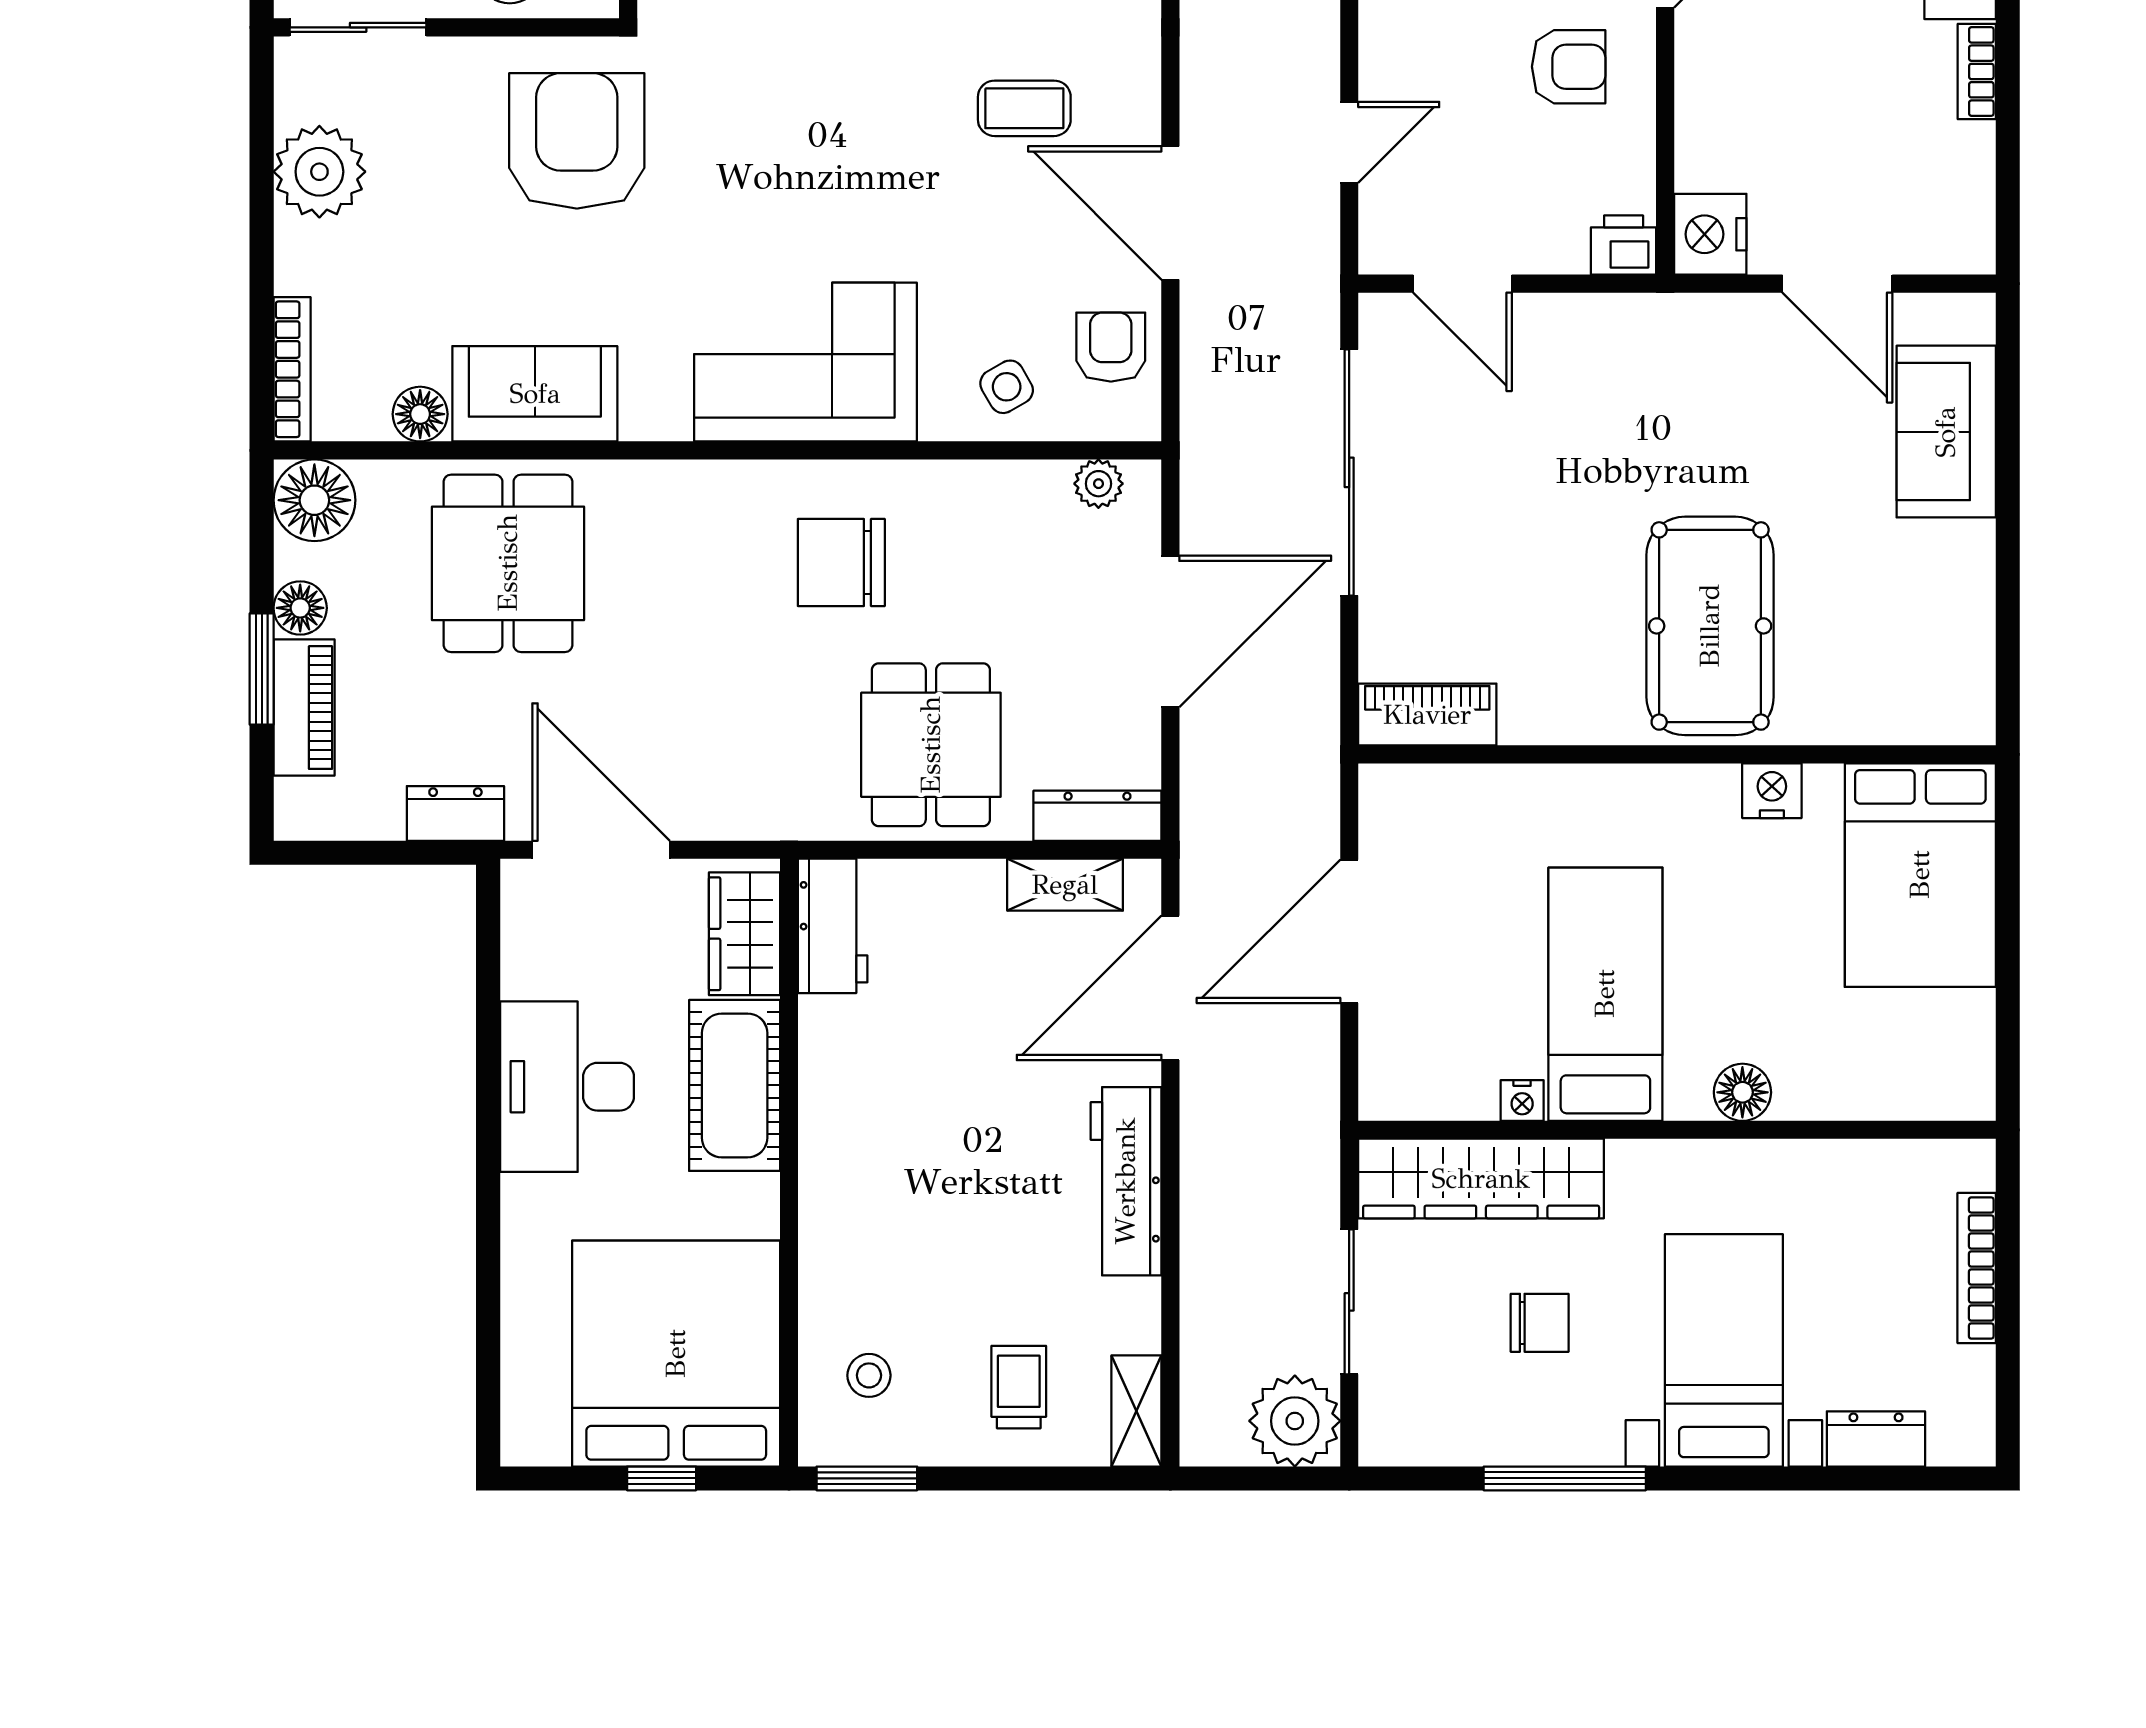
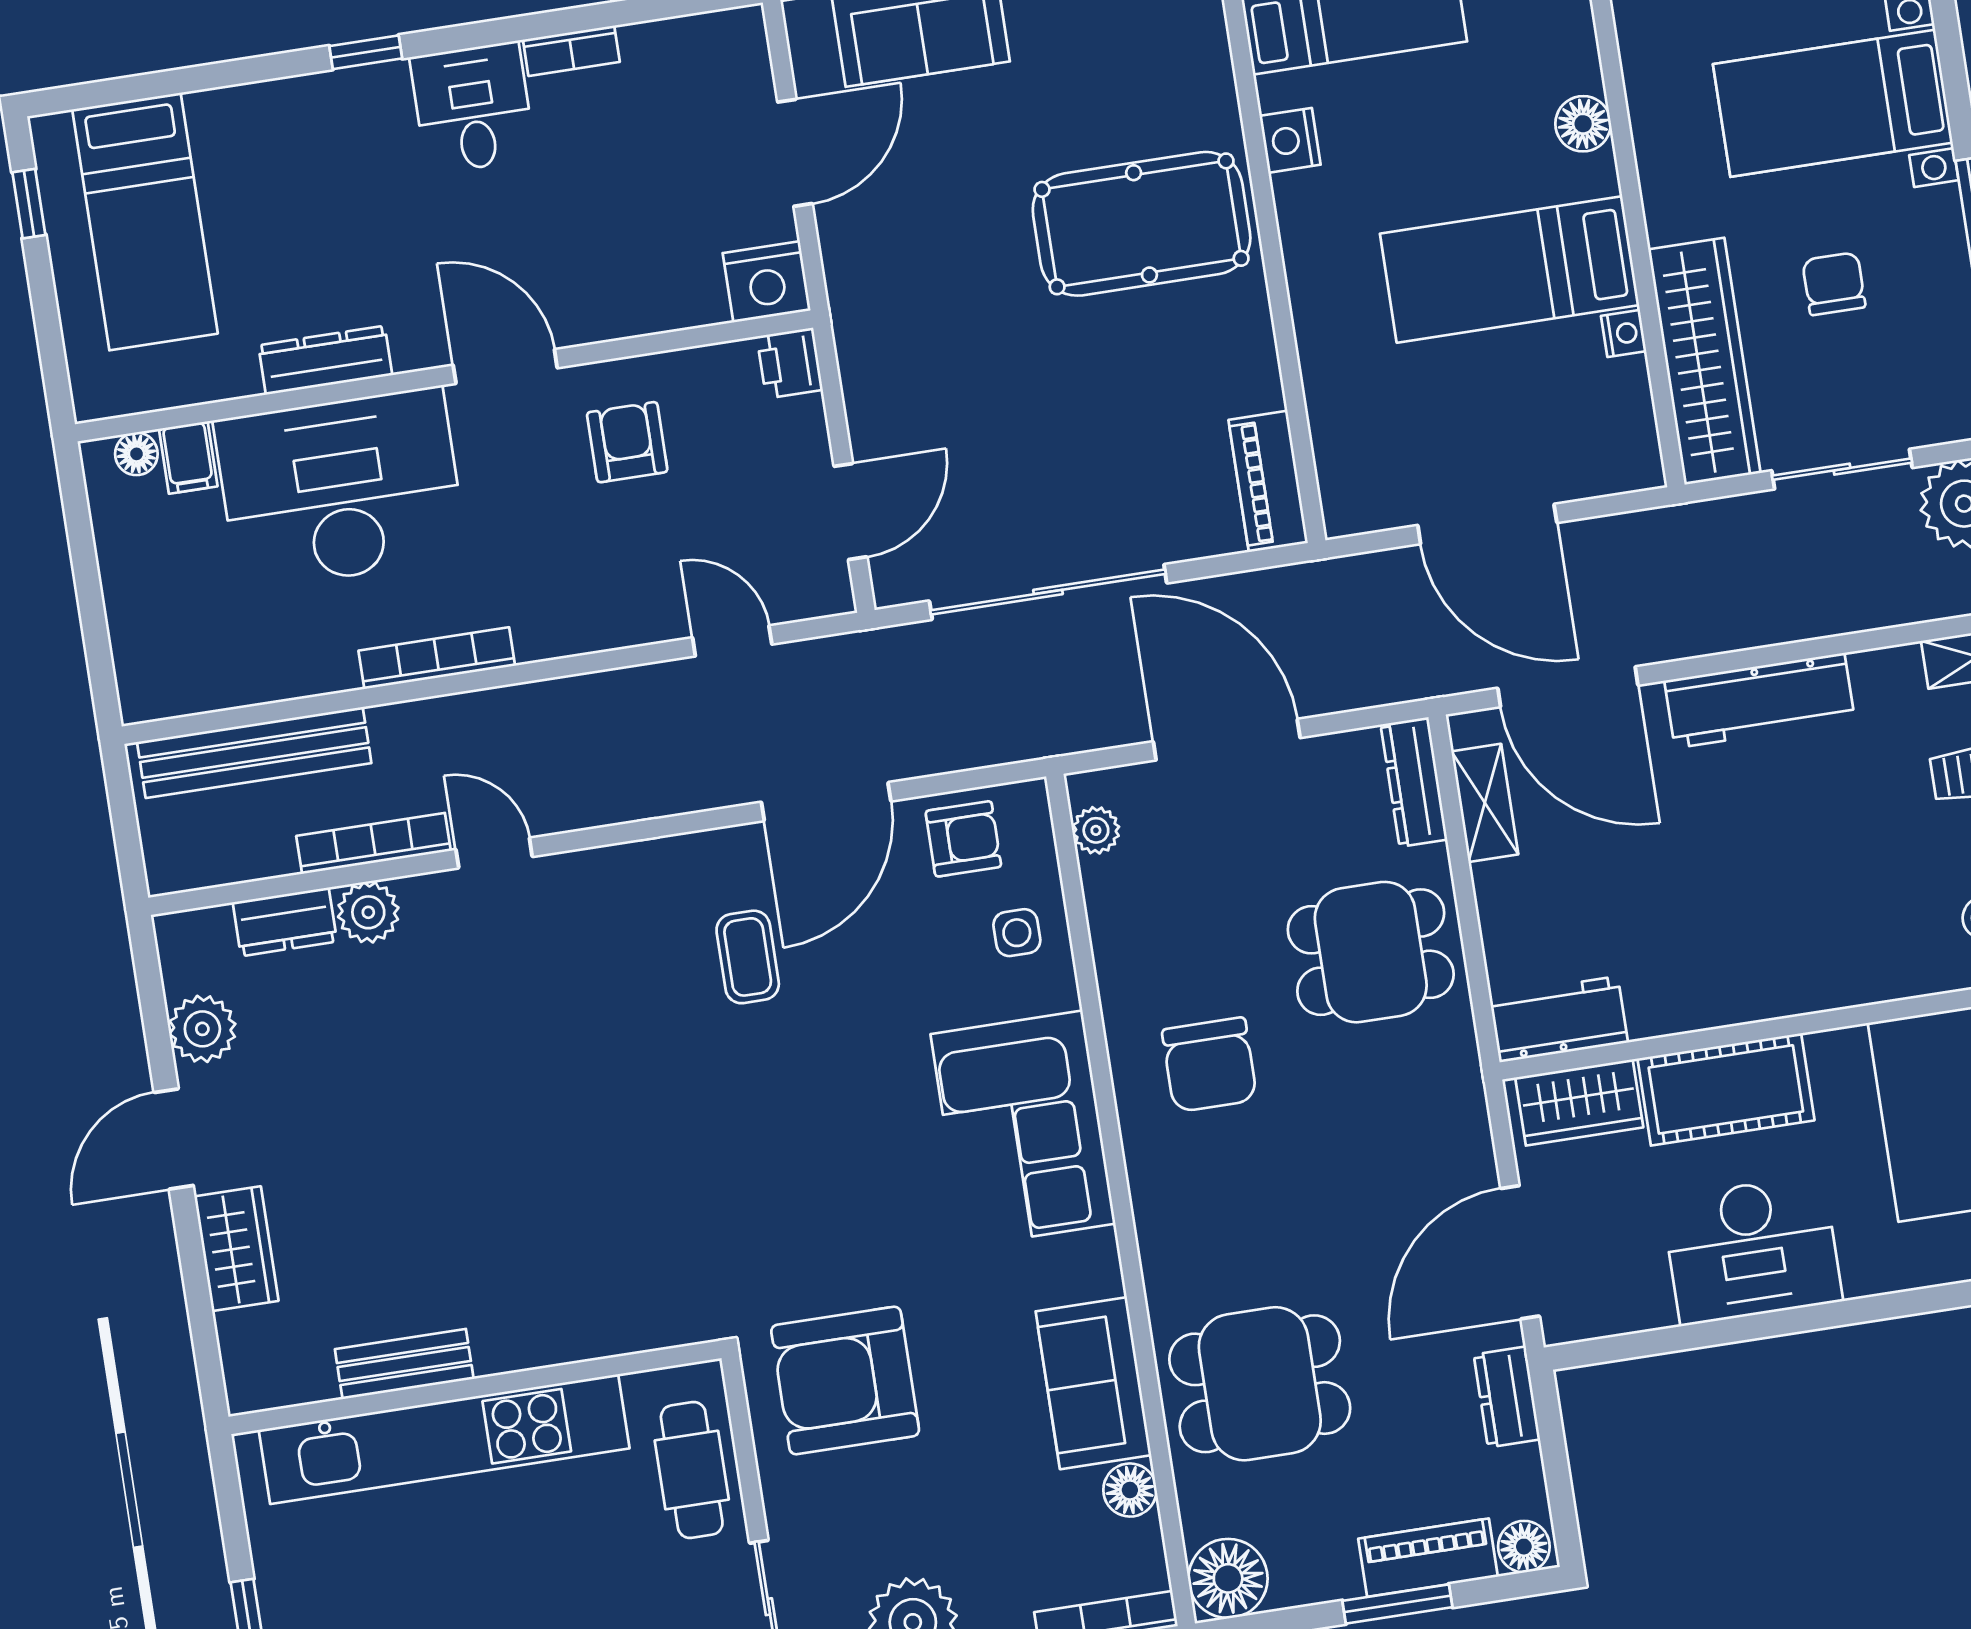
armchair: (1111, 347) -> (963, 839), turned 180
side table: (1007, 387) -> (1017, 933), turned 30
floor lamp: (300, 608) -> (1524, 1547), moved

